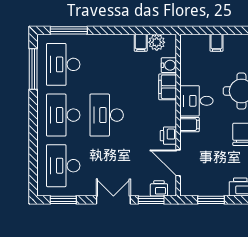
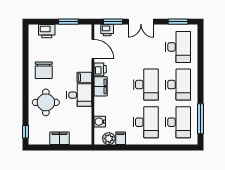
window: (69, 30) -> (174, 147), removed
filing cabinet: (216, 43) -> (60, 138), width x2.00
desk: (107, 64) -> (146, 122), added
filing cabinet: (168, 87) -> (101, 86), moved

